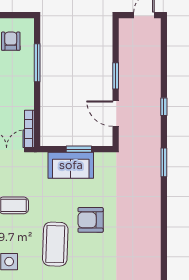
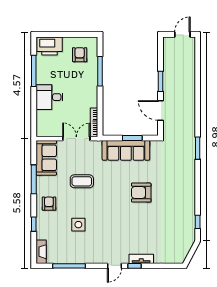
window: (164, 107) -> (198, 222), moved
sofa: (71, 165) -> (126, 150), width x1.36
coffee table: (55, 244) -> (114, 211), removed

